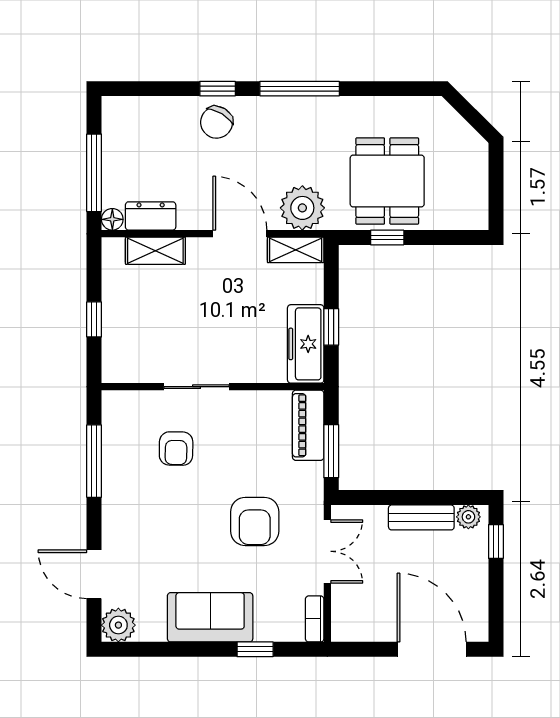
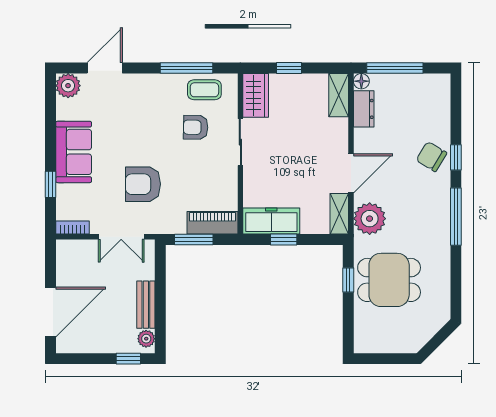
shelving: (155, 251) -> (339, 95), moved
wardrobe: (132, 365) -> (256, 95), added
coffee table: (124, 436) -> (204, 90), added

